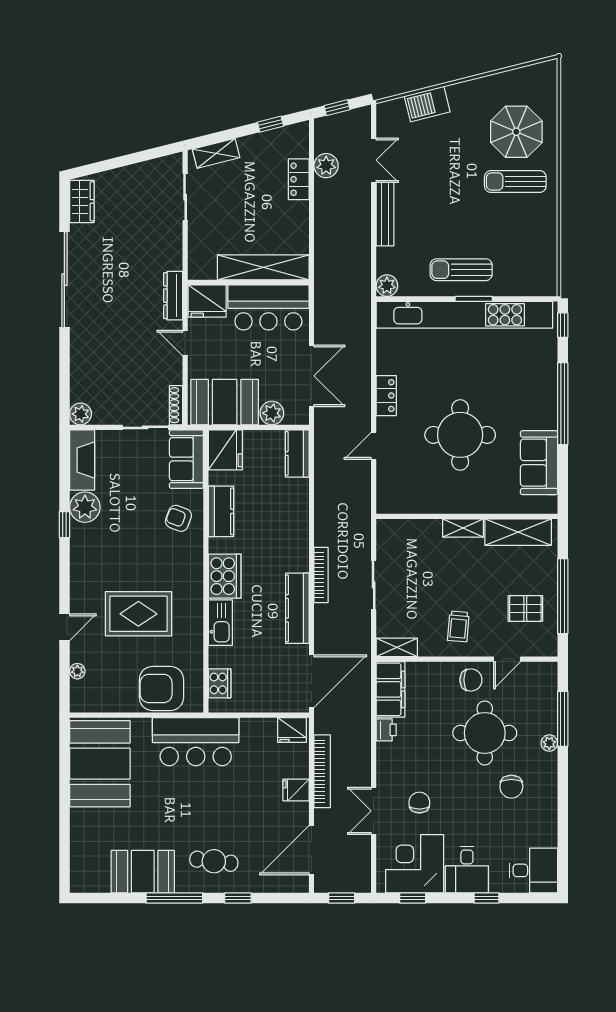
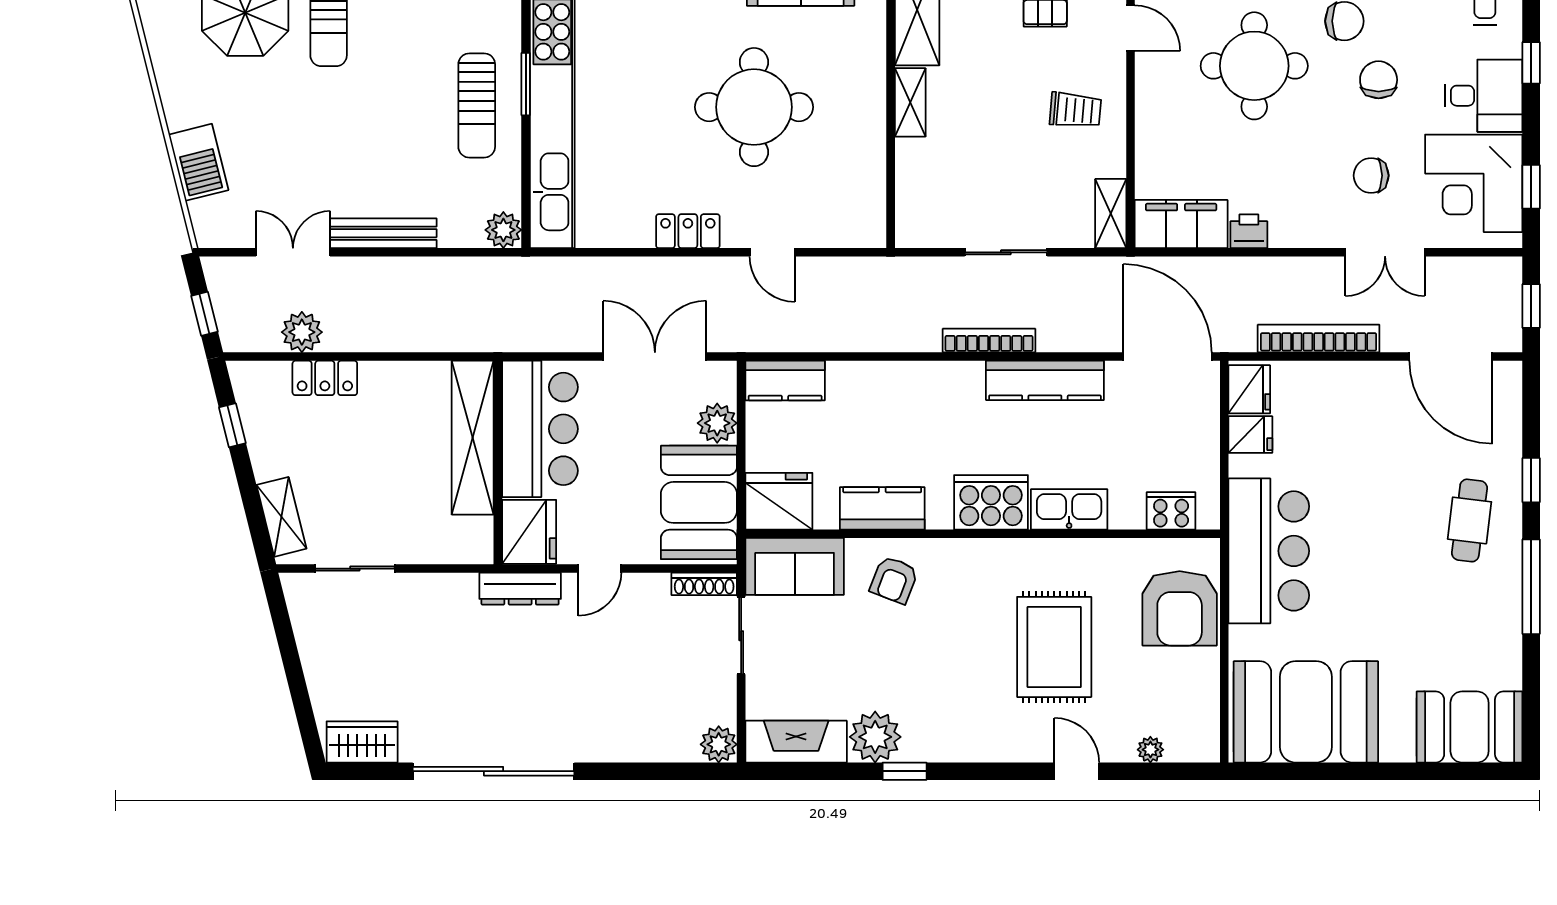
chair: (471, 680) -> (1379, 80), moved
fridge: (296, 790) -> (1250, 435), moved, turned -90
booth: (143, 872) -> (1470, 727), moved, turned 90

